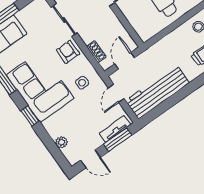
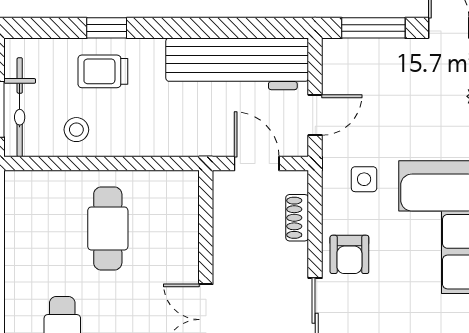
door: (125, 61) -> (257, 164), swing flipped
tv unit: (115, 129) -> (364, 51), removed

